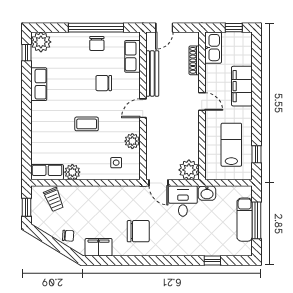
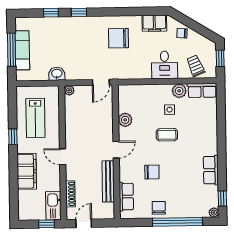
window: (96, 28) -> (177, 222), moved
door: (164, 28) -> (84, 223), moved
window: (234, 28) -> (46, 224), moved
plant: (41, 42) -> (214, 213), width x0.53, depth x0.53
window: (257, 154) -> (13, 137), moved
side table: (116, 163) -> (170, 110), moved
plant: (189, 170) -> (69, 90), width x0.53, depth x0.53
door: (159, 183) -> (101, 82), swing flipped
desk: (183, 201) -> (165, 65), moved
window: (182, 260) -> (79, 12), added

